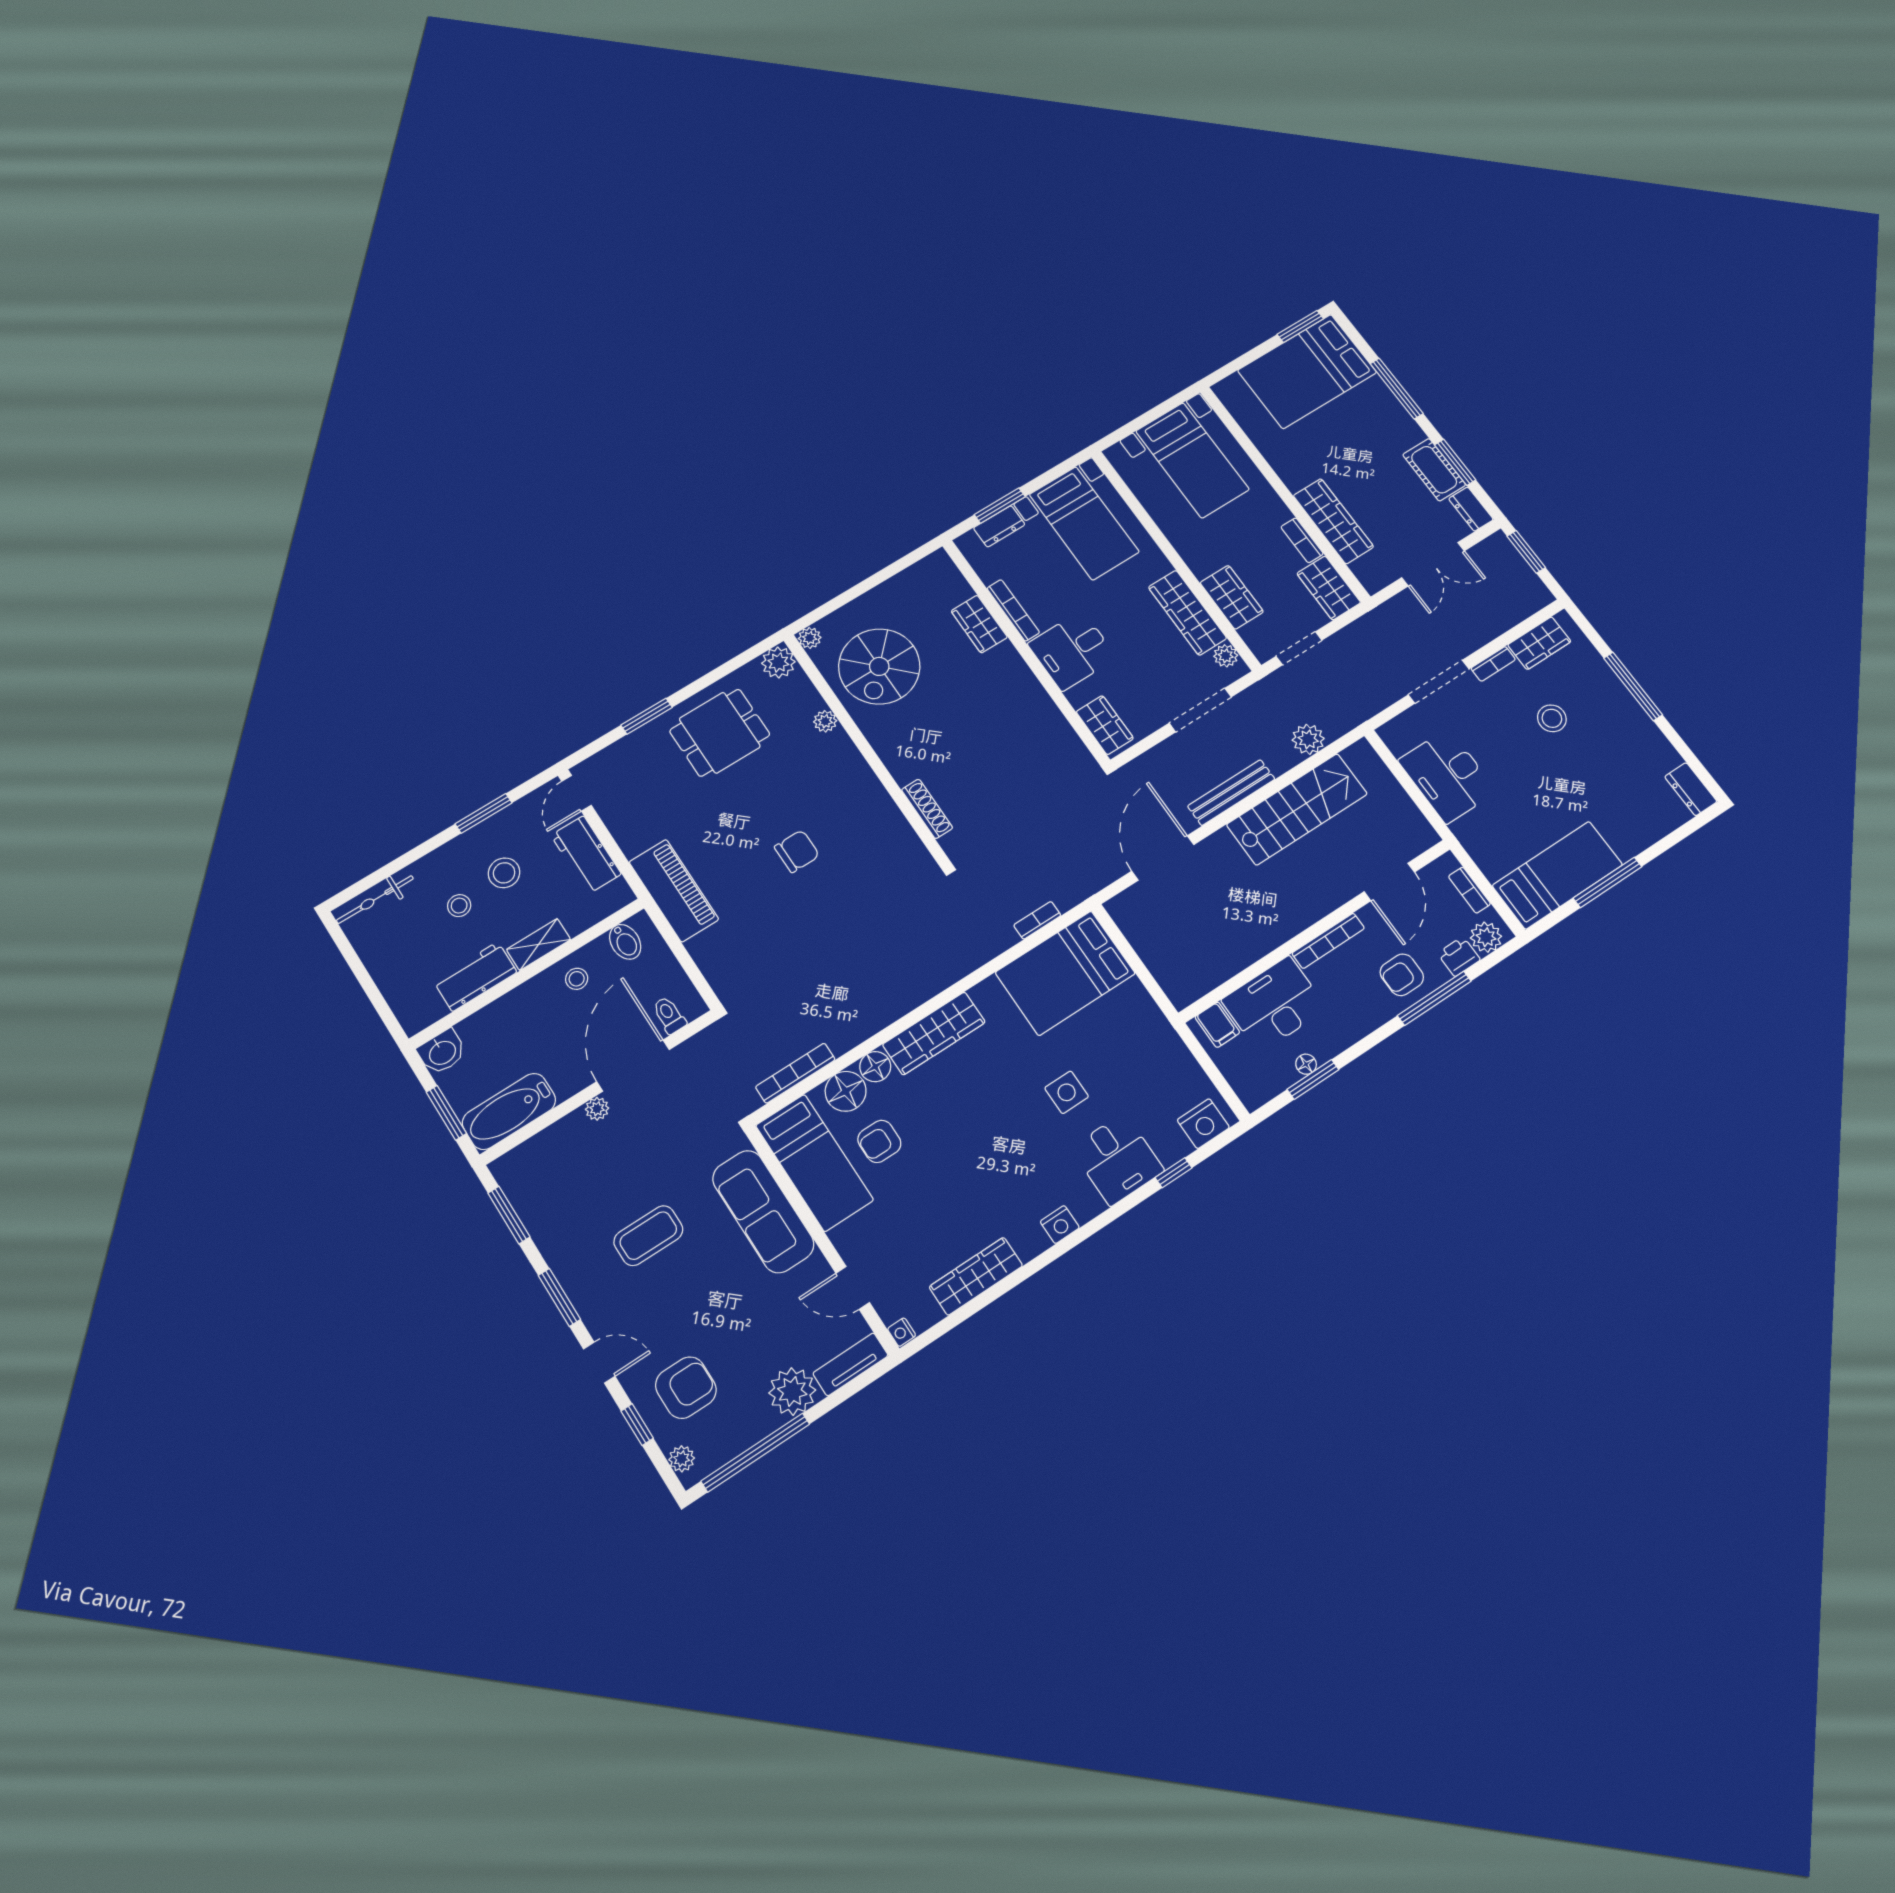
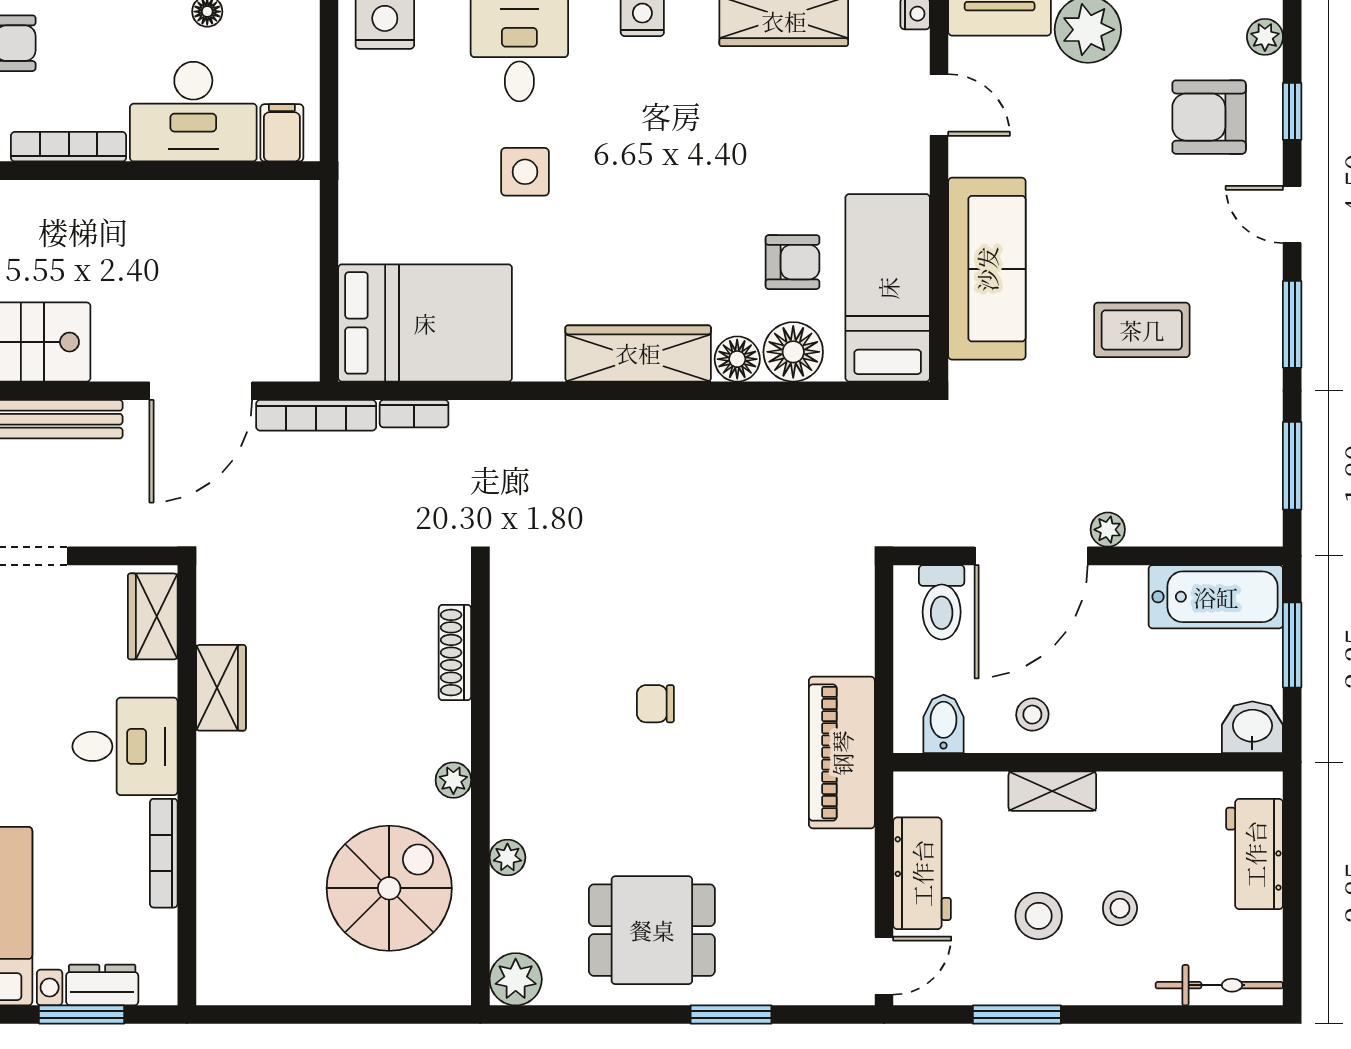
wardrobe: (979, 624) -> (221, 688), moved
plant: (810, 638) -> (453, 780), moved
chair: (797, 851) -> (655, 704), width x0.73, depth x0.73
workbench: (475, 977) -> (1255, 854), moved, turned 90
toilet: (669, 1015) -> (942, 602), width x1.37, depth x1.39
bookcase: (795, 1073) -> (316, 415), moved

